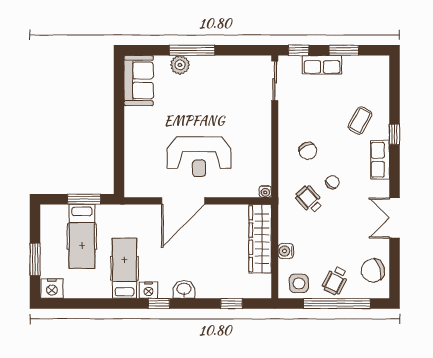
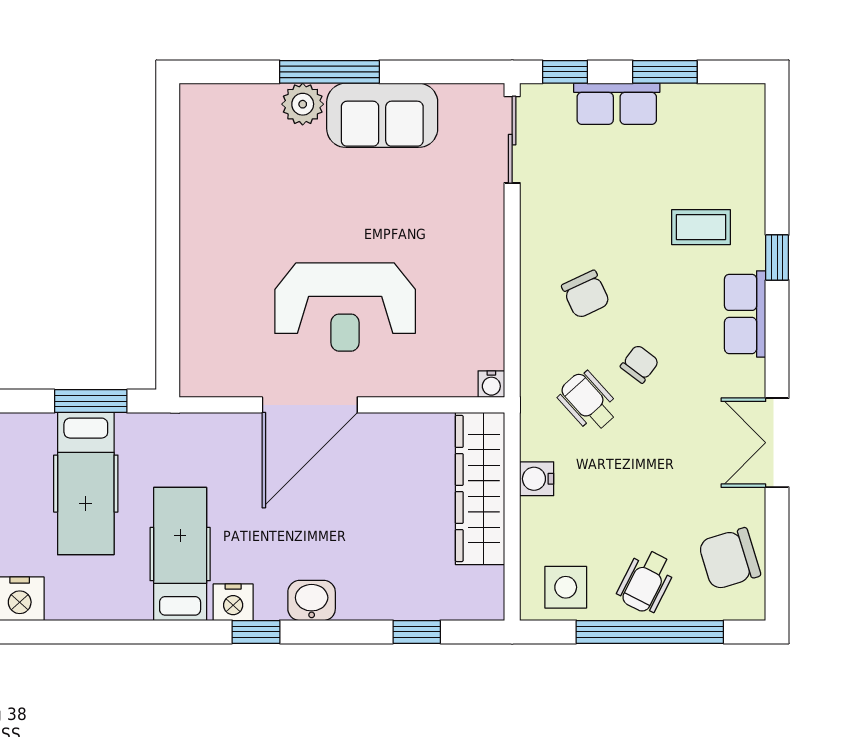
sofa: (139, 81) -> (382, 115), moved, turned 90
coffee table: (360, 120) -> (701, 227), turned 61
water cooler: (286, 251) -> (537, 479), moved

